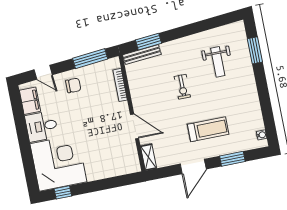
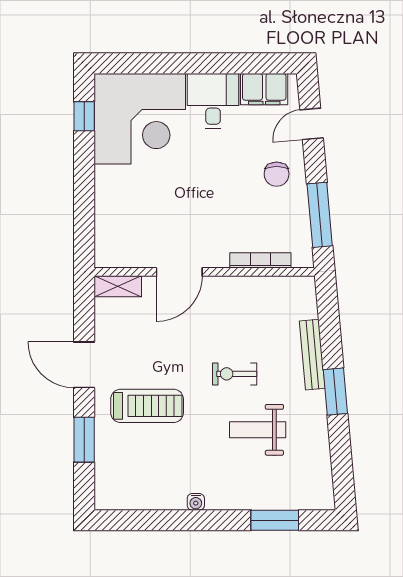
window: (148, 42) -> (335, 391), moved
bench: (142, 54) -> (312, 355), moved
weight bench: (218, 62) -> (258, 430), moved
treadmill: (208, 129) -> (147, 406), turned -90
water cooler: (262, 135) -> (196, 502), moved

